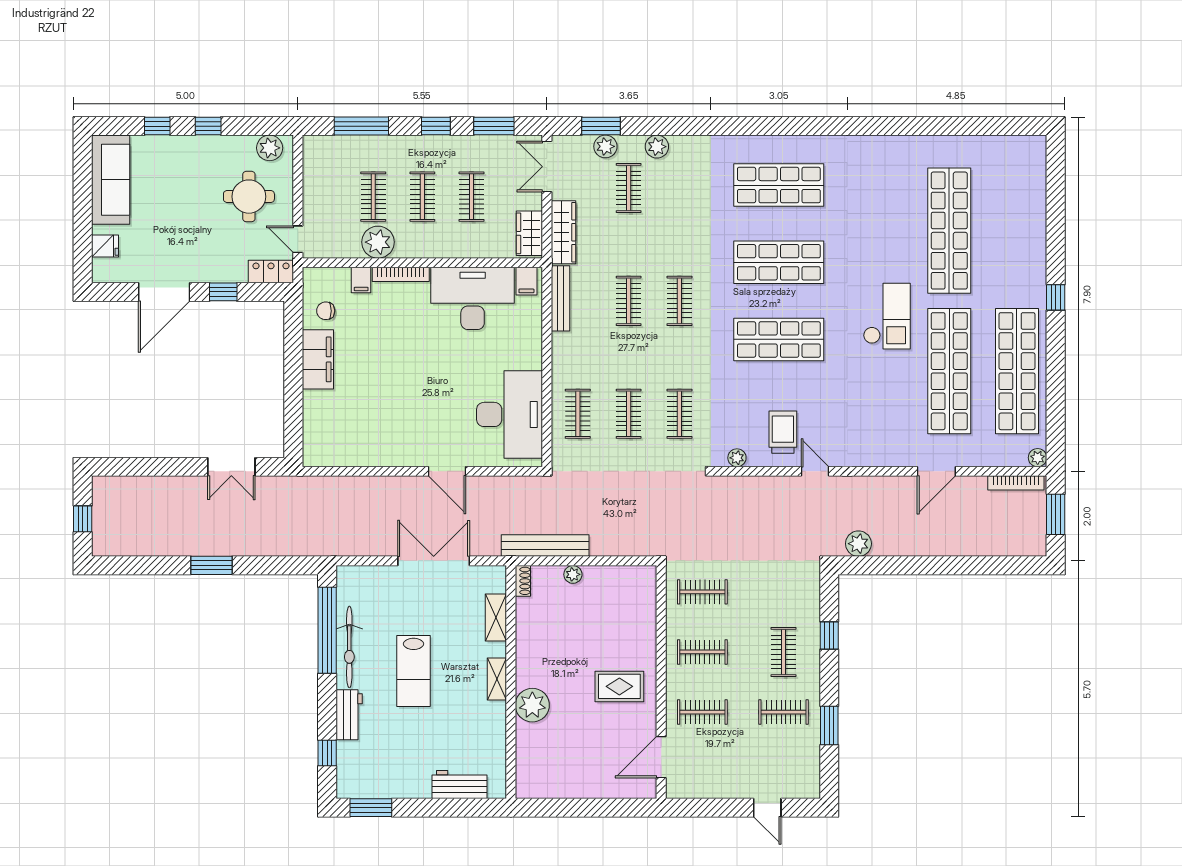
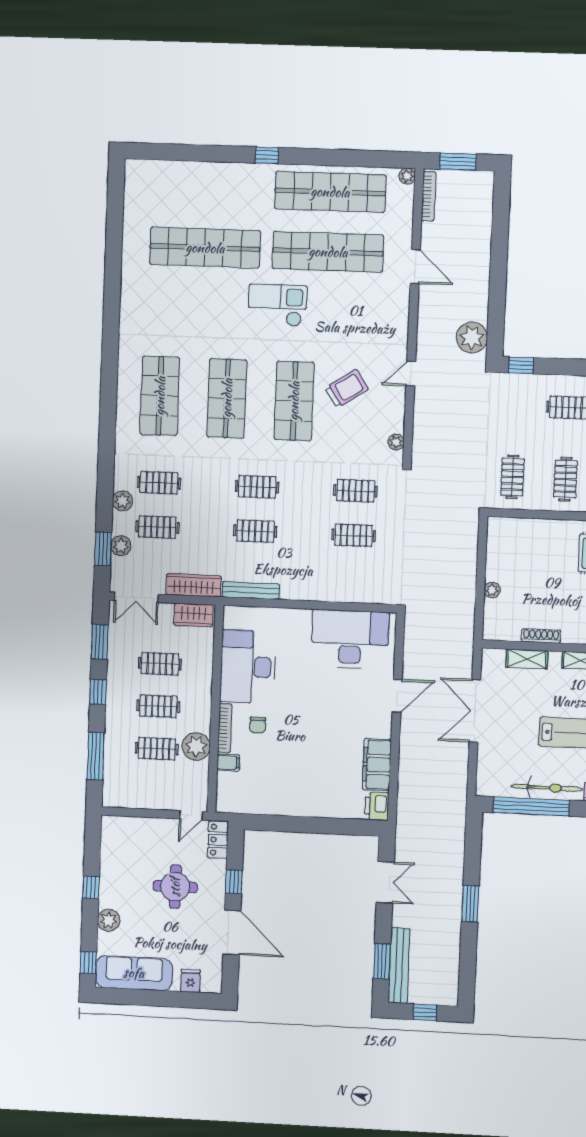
window: (157, 126) -> (88, 963), moved
plant: (270, 148) -> (109, 920), moved
round table: (249, 197) -> (175, 887), moved
filing cabinet: (526, 281) -> (235, 619), removed
chair: (326, 311) -> (258, 725), moved
filing cabinet: (318, 359) -> (377, 765), moved, turned -90
clothes rail: (578, 414) -> (159, 483), moved
trolley: (783, 432) -> (347, 389), moved, turned 147
printer: (319, 453) -> (377, 806), added
window: (139, 467) -> (382, 961), added
plant: (858, 544) -> (472, 338), width x1.36, depth x1.36
bench: (545, 546) -> (399, 966), moved
shoe rack: (523, 581) -> (541, 636), moved, width x1.43
window: (829, 635) -> (521, 365), moved

